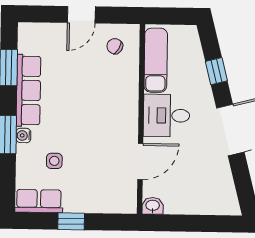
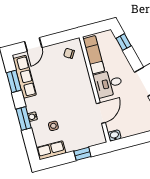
door: (81, 15) -> (33, 44), moved
window: (216, 71) -> (124, 42), moved
row of seats: (29, 90) -> (25, 77), moved
window: (71, 221) -> (82, 154), moved

